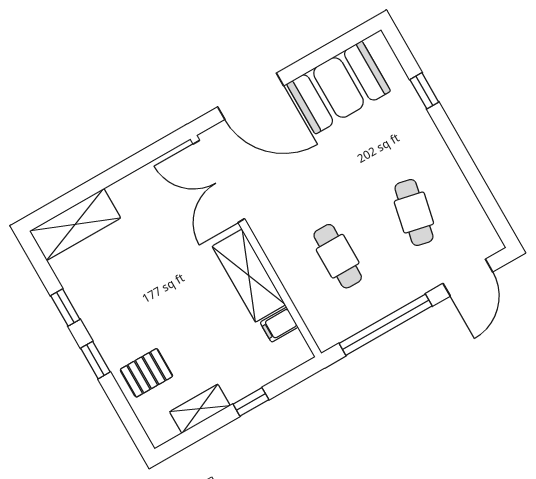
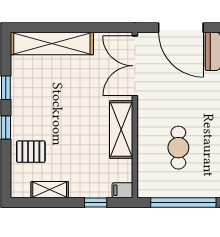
shelving: (75, 224) -> (52, 43), width x1.47
filing cabinet: (279, 325) -> (122, 190), moved
window: (251, 402) -> (96, 202), moved

